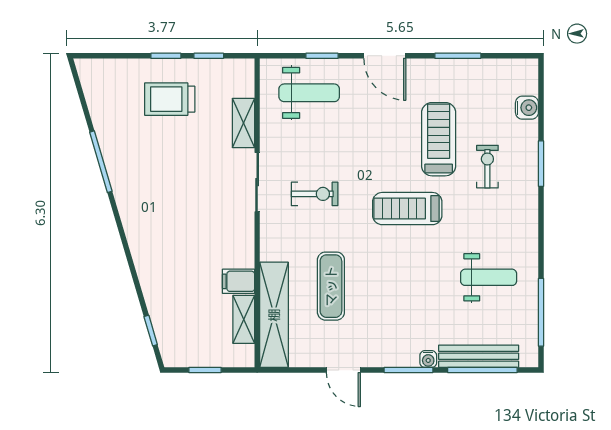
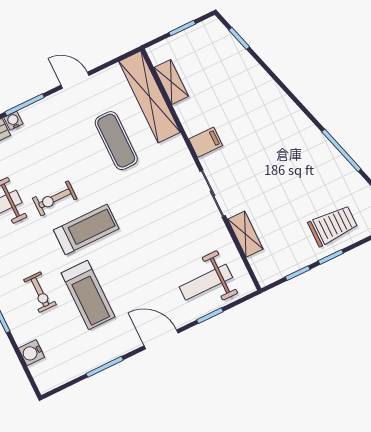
trolley: (170, 99) -> (333, 225), moved
exercise bike: (315, 194) -> (55, 198), moved
filing cabinet: (238, 281) -> (206, 142), moved

